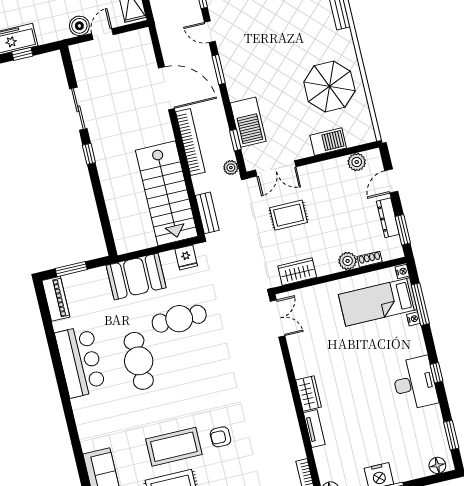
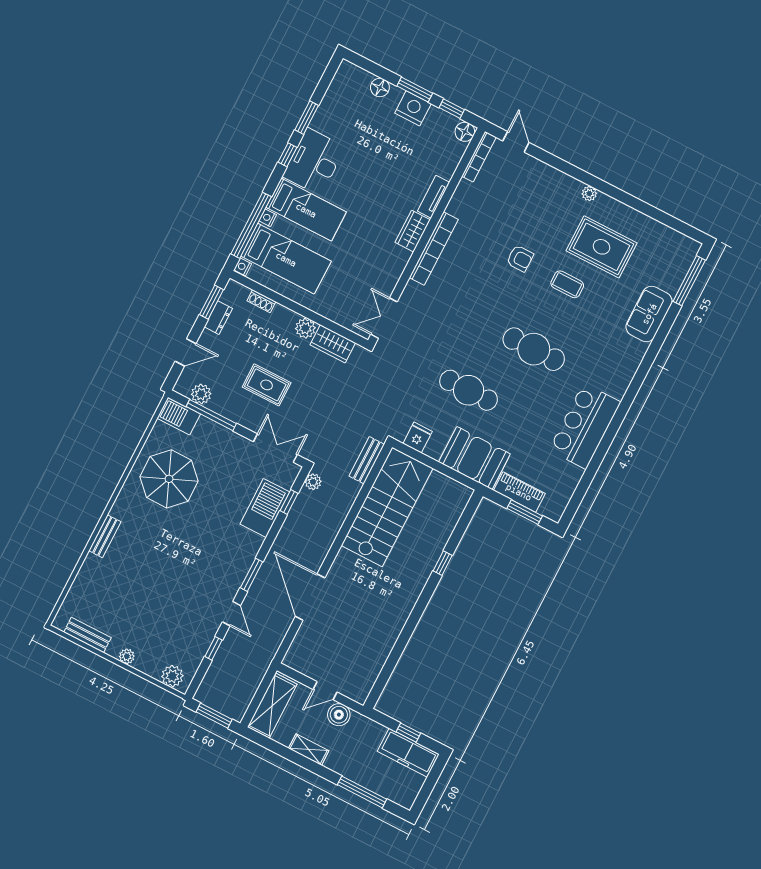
sliding door: (78, 109) -> (401, 644), removed
bookcase: (190, 142) -> (434, 249), moved, turned 180
barbecue: (328, 142) -> (179, 416), moved
window: (89, 154) -> (443, 563), moved
window: (338, 154) -> (211, 415), added
rug: (288, 215) -> (267, 385), moved
dresser: (388, 218) -> (218, 318), width x0.70
plant: (348, 261) -> (305, 328), moved
piano: (56, 299) -> (519, 492), moved, turned 90
window: (420, 304) -> (251, 225), width x1.46
bed: (392, 347) -> (306, 210), added
cafe table: (139, 361) -> (534, 349), moved, turned 90
window: (451, 435) -> (307, 118), moved
coffee table: (174, 447) -> (567, 284), width x0.54, depth x0.58
floor lamp: (437, 465) -> (380, 88), moved

